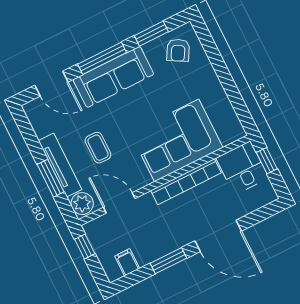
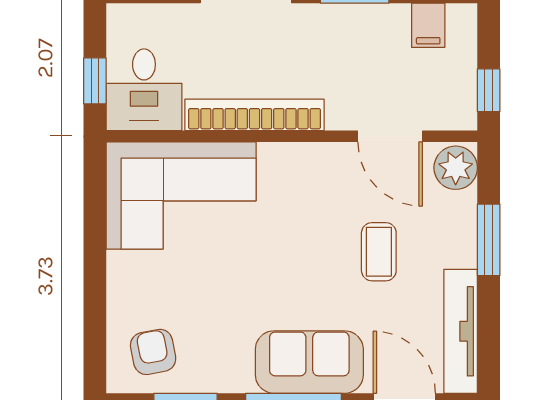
armchair: (178, 50) -> (153, 352), turned -41
sofa: (113, 77) -> (309, 362), width x0.73
corner sofa: (177, 140) -> (181, 195), moved
tv unit: (60, 165) -> (461, 331), moved

